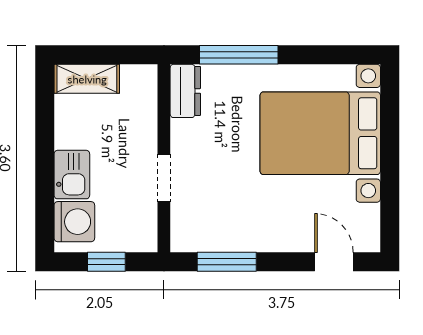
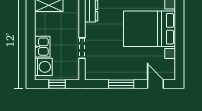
window: (227, 262) -> (121, 84), moved

